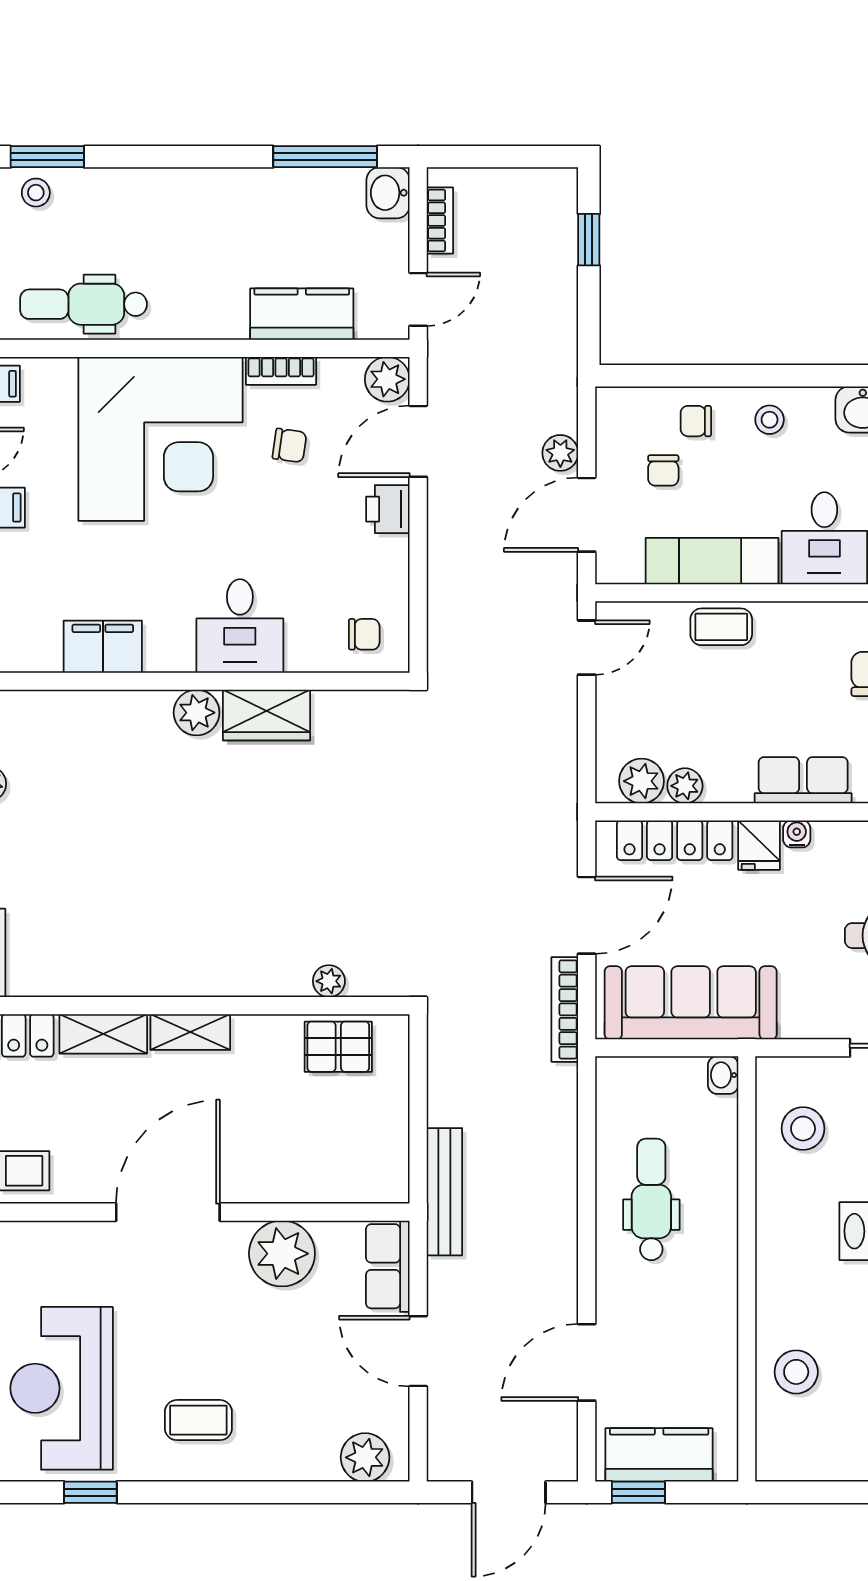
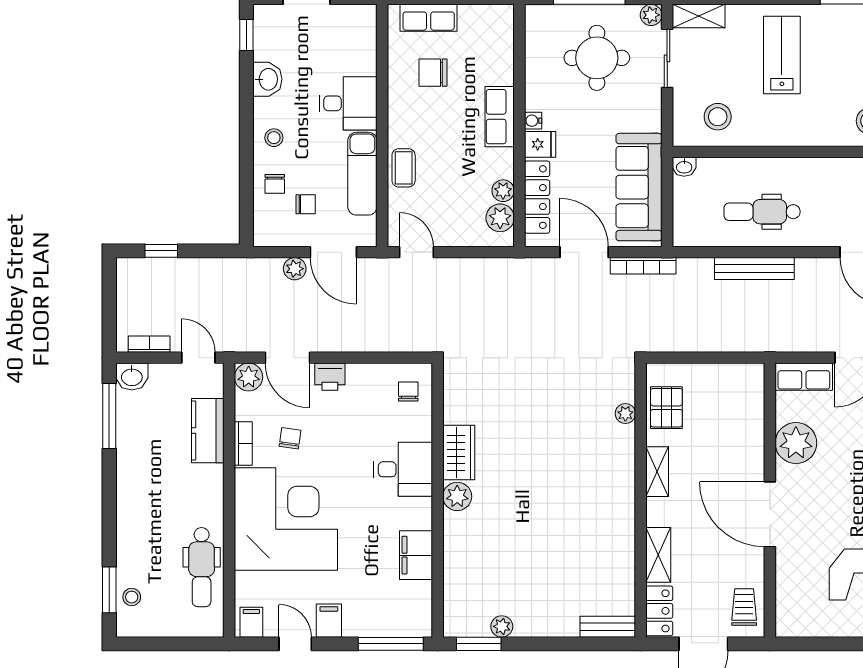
shelving: (190, 1032) -> (657, 472), moved
bench: (444, 1192) -> (754, 269), moved

